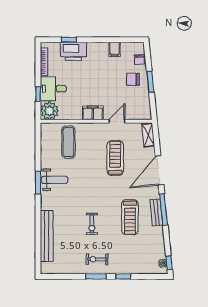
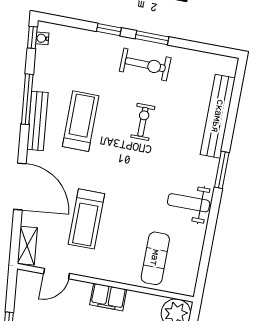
door: (117, 121) -> (57, 274), moved
door: (159, 170) -> (20, 186), hinge flipped
window: (38, 183) -> (222, 170), moved
window: (164, 210) -> (27, 99), moved
bench: (156, 212) -> (37, 121), width x1.36
exercise bike: (97, 259) -> (145, 65), width x1.38, depth x1.39

